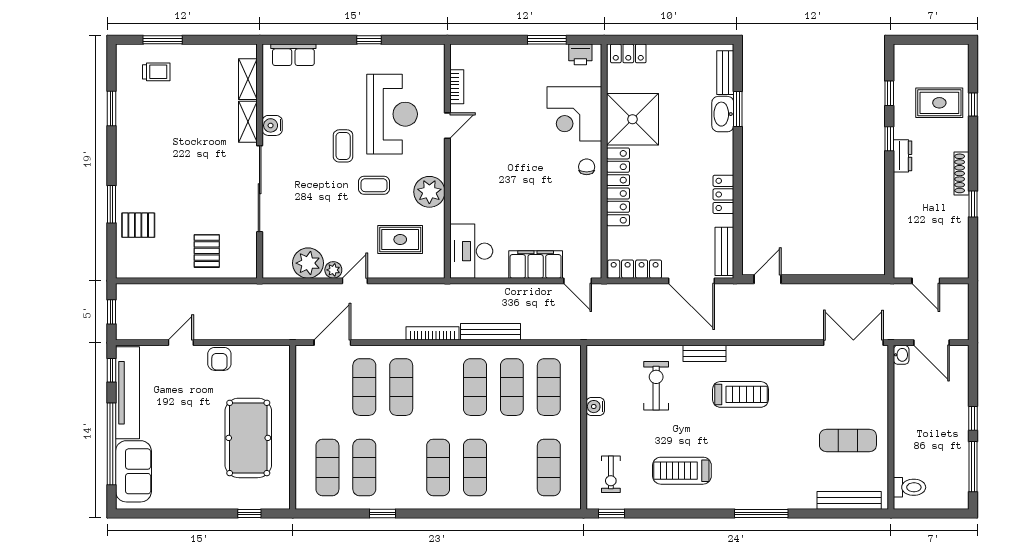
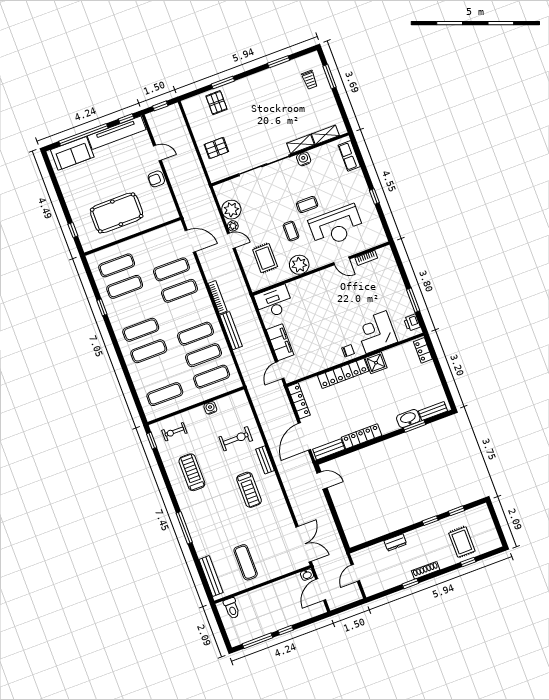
shower: (632, 119) -> (376, 363), width x0.54, depth x0.54
dresser: (903, 156) -> (395, 543), moved
locker: (723, 194) -> (362, 436), width x1.53

